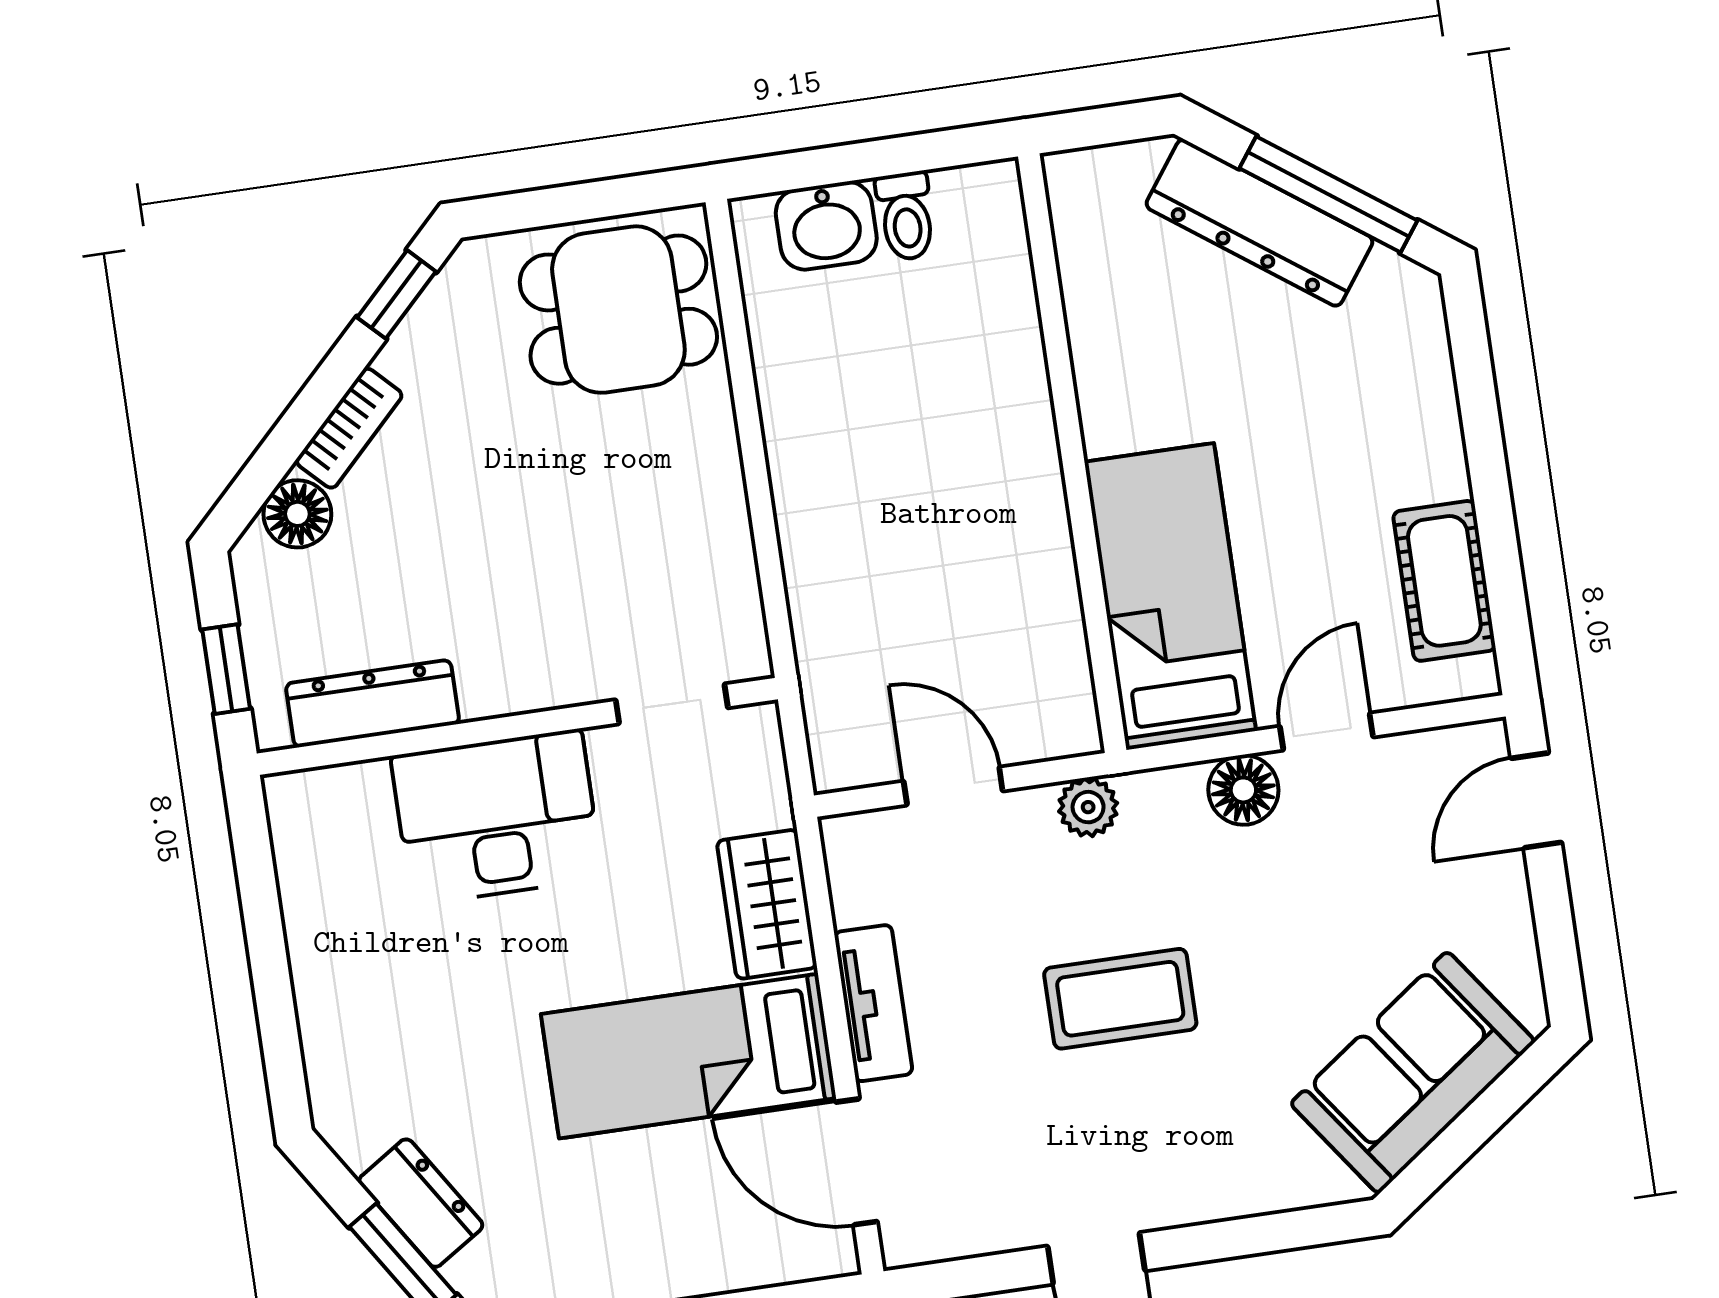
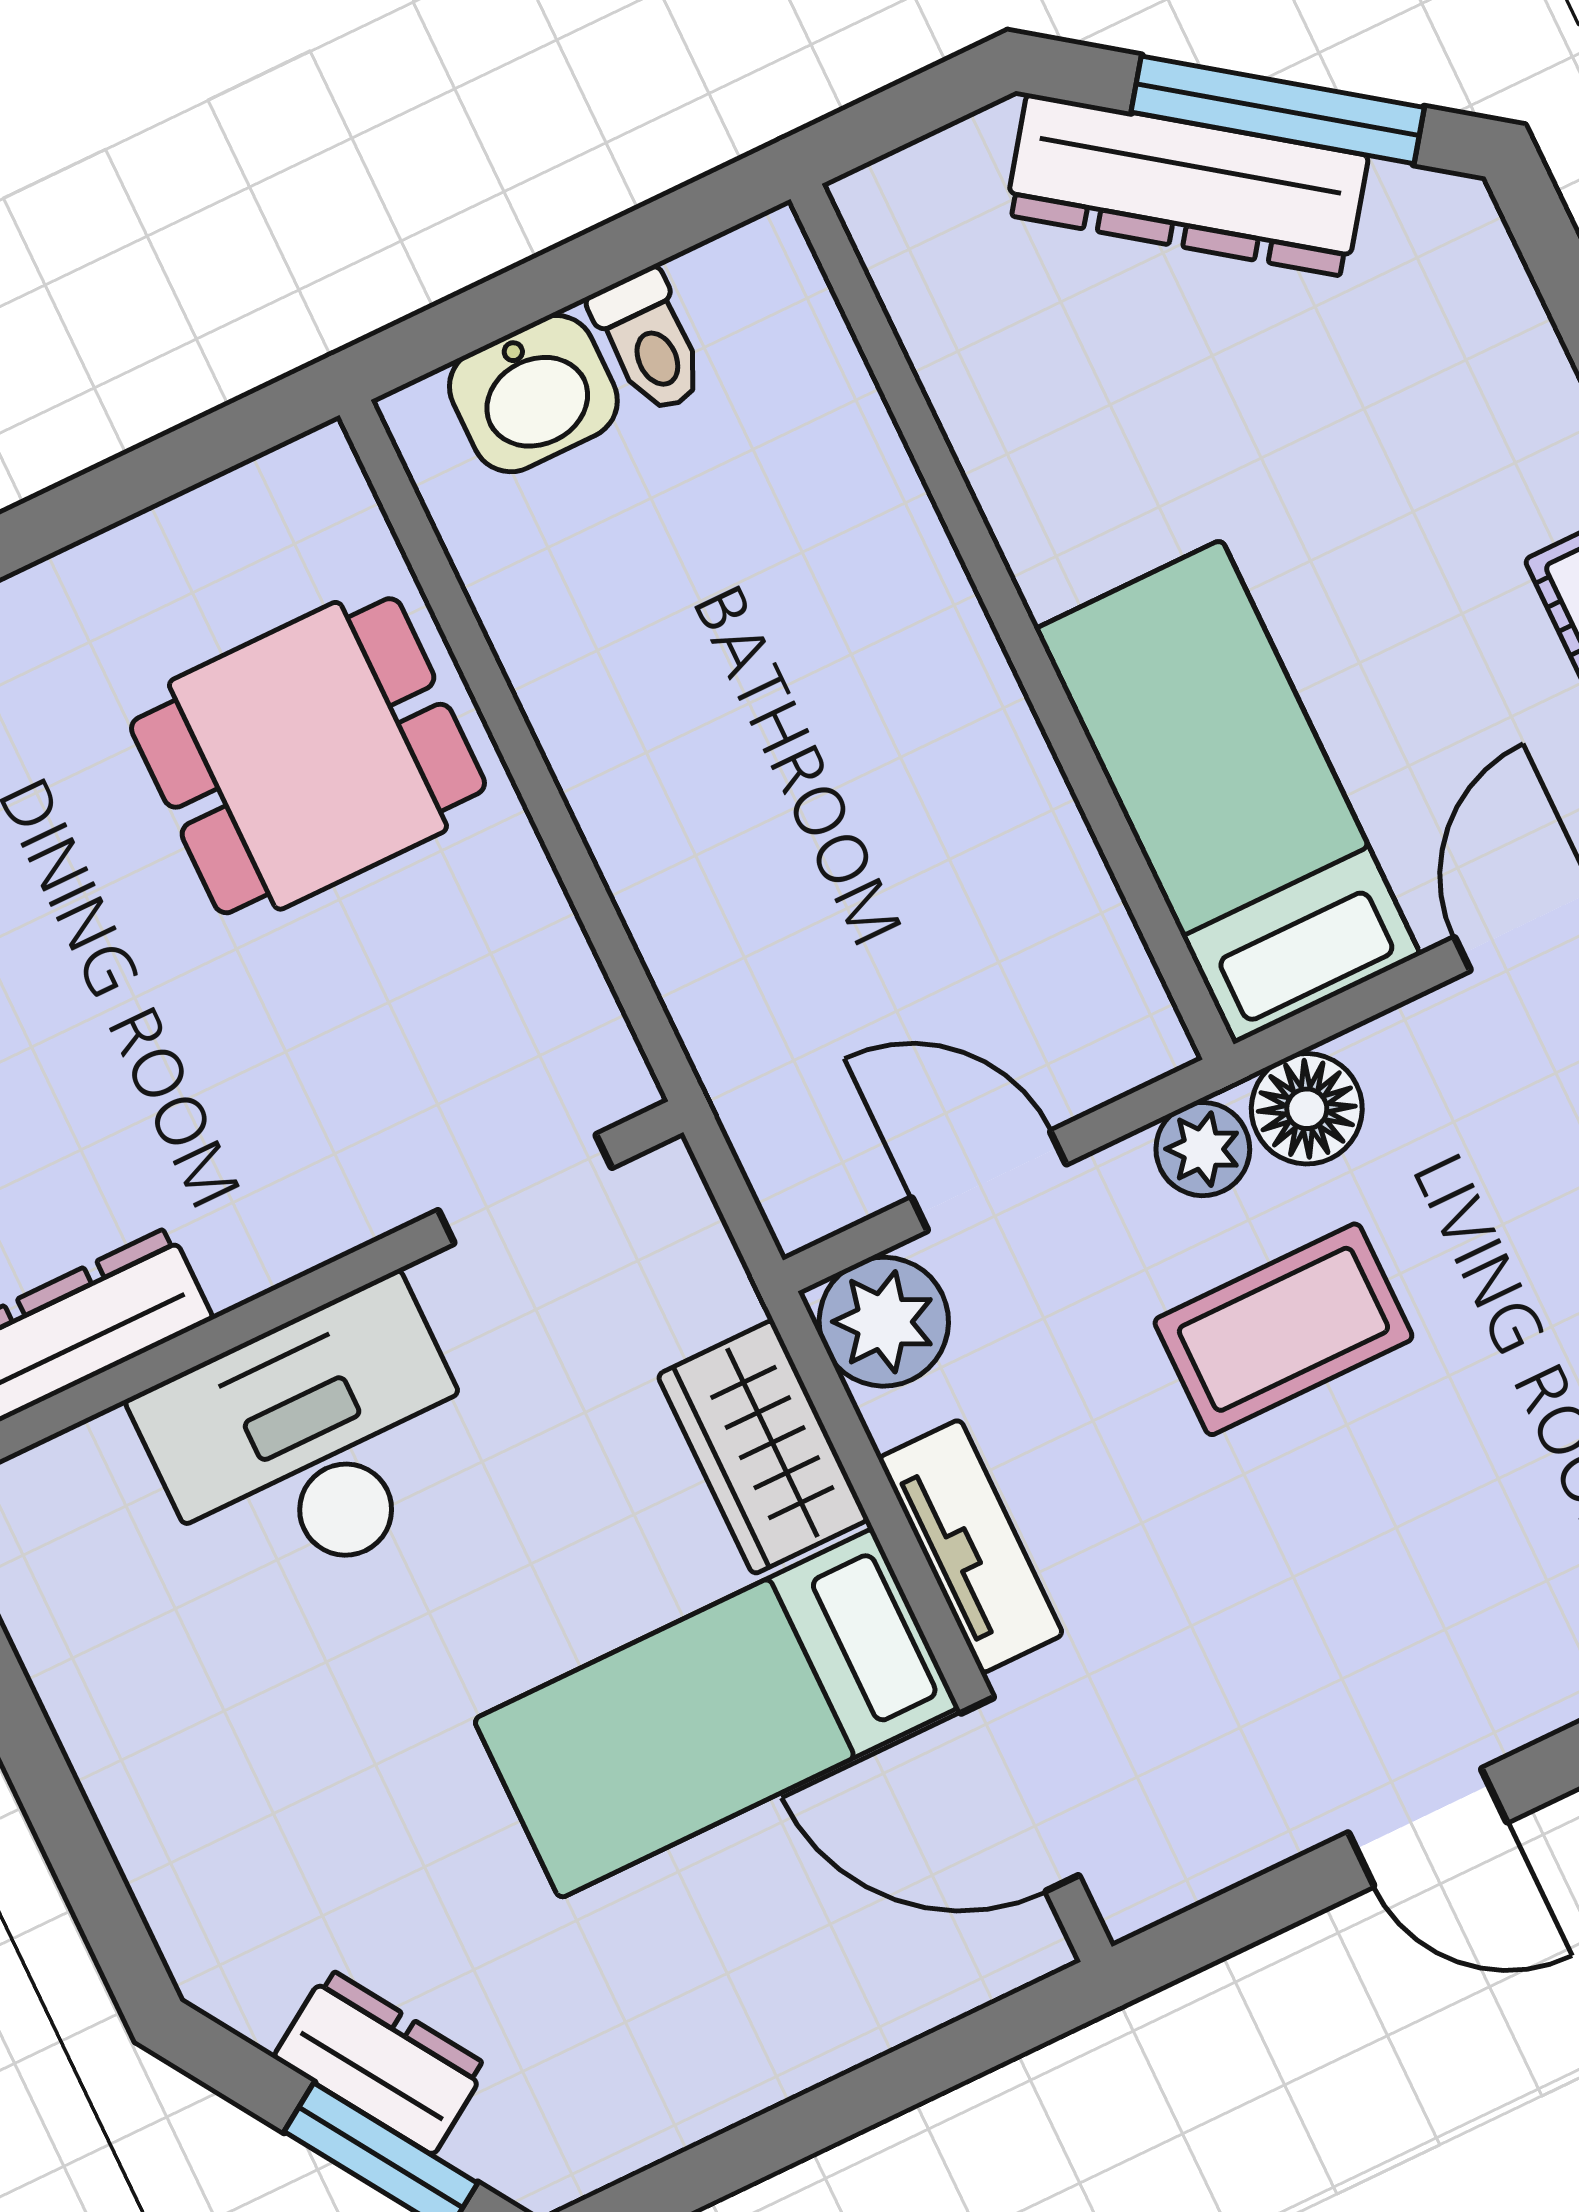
dining table: (618, 310) -> (308, 756), moved
floor lamp: (1243, 790) -> (1307, 1109), moved
plant: (863, 851) -> (884, 1322), added
coffee table: (1120, 999) -> (1283, 1329), moved

